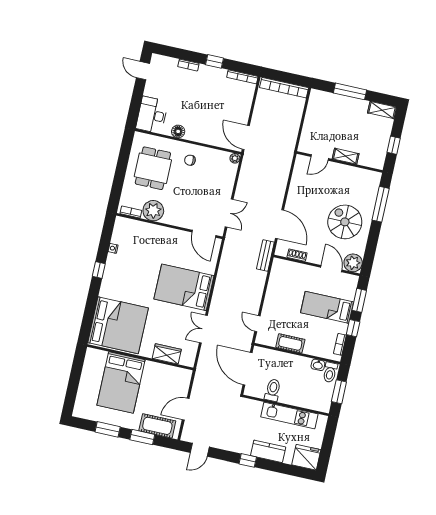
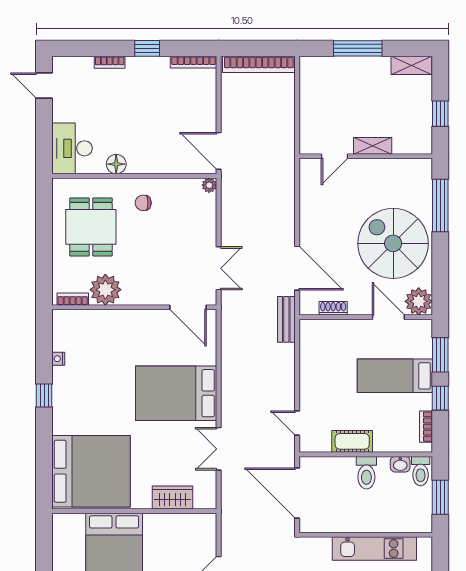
spiral stairs: (345, 222) -> (393, 243), width x1.37, depth x1.37
toilet: (273, 390) -> (366, 473), moved, turned 180

